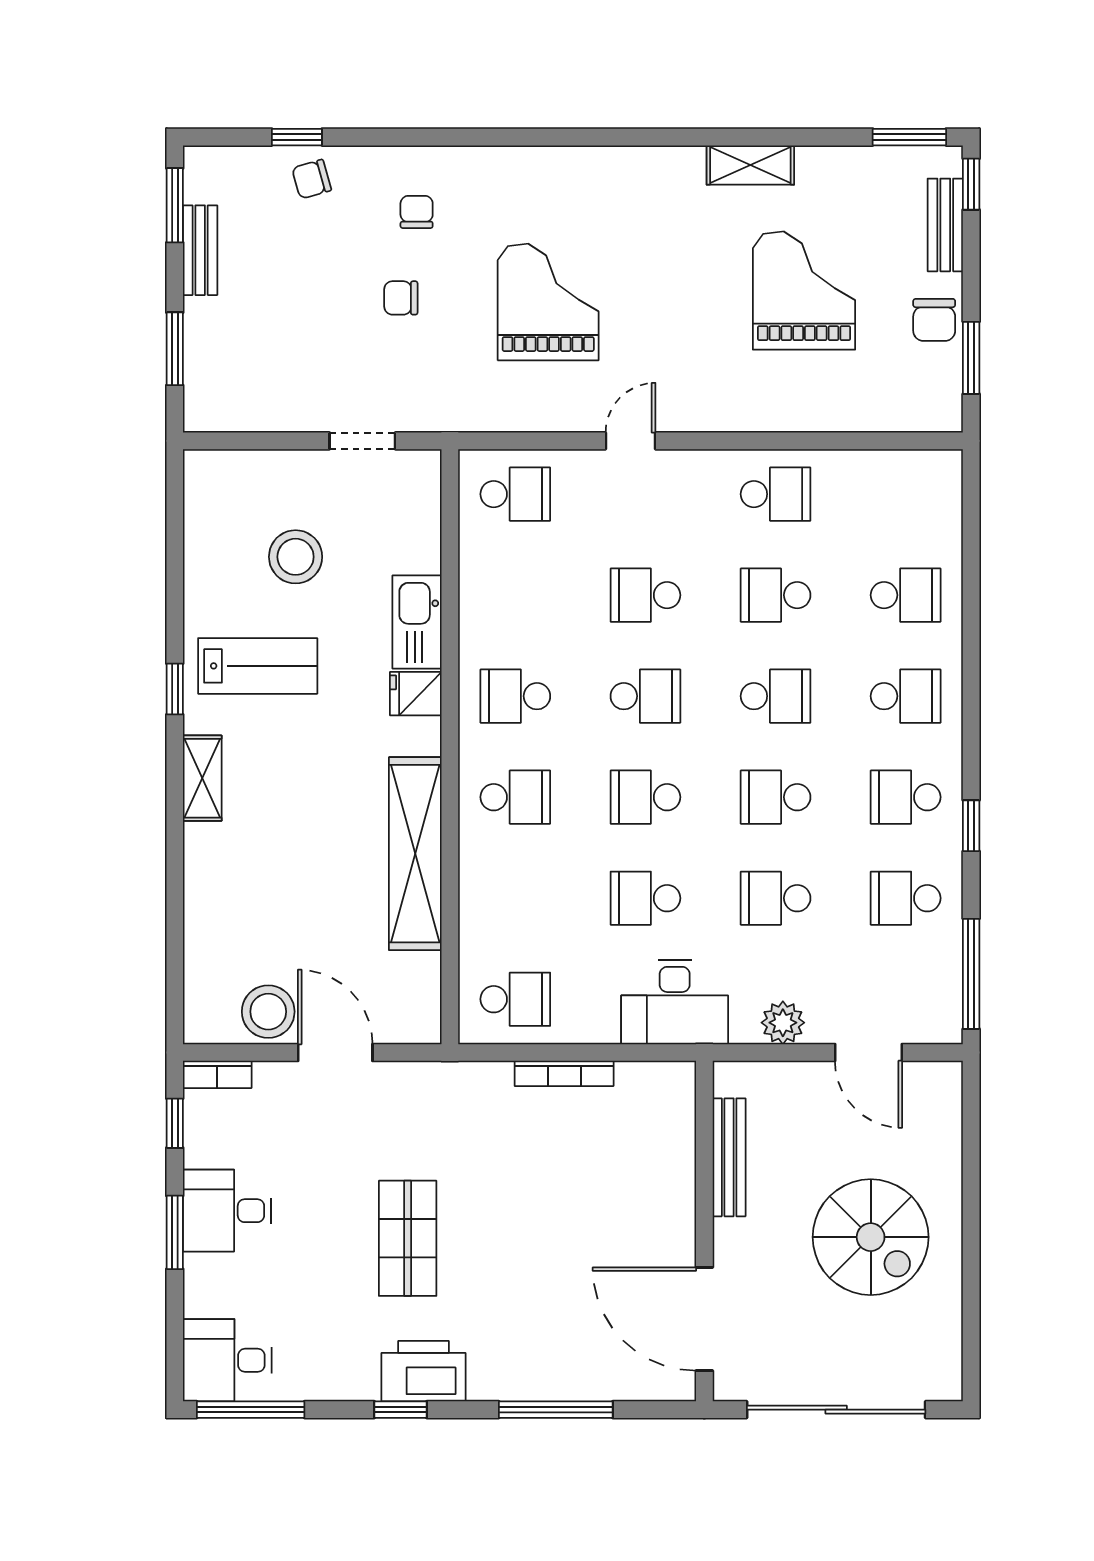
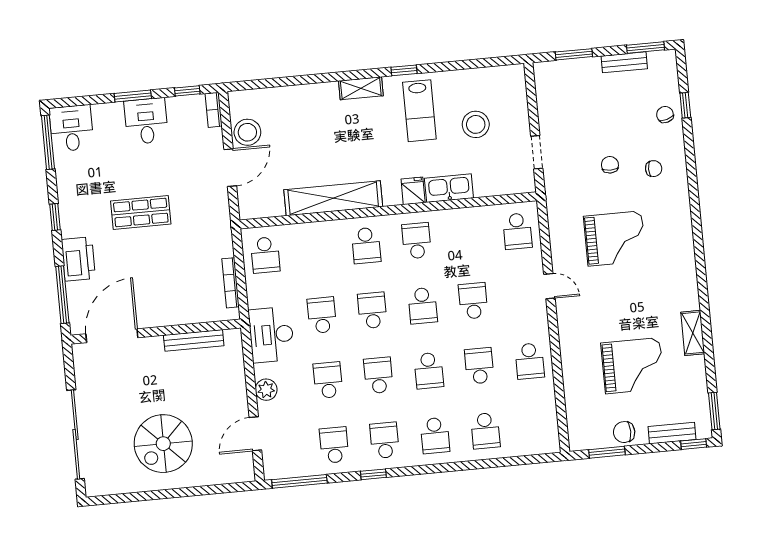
bench: (729, 1157) -> (194, 340), moved
wall: (704, 1231) -> (156, 332), moved
door: (704, 1319) -> (112, 336), moved
printer: (423, 1371) -> (78, 259), moved

